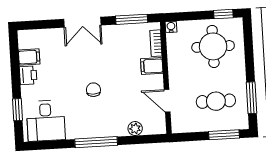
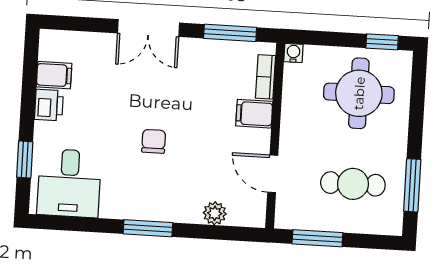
window: (224, 135) -> (317, 238), moved
window: (96, 142) -> (148, 228), width x0.69

